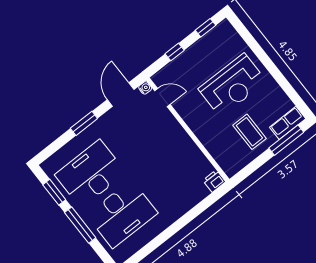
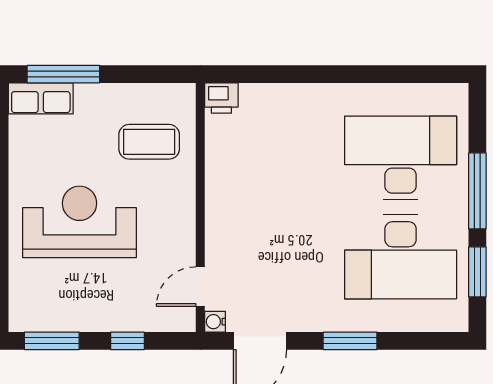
window: (205, 28) -> (52, 341), width x1.50
door: (162, 97) -> (200, 287), hinge flipped
coffee table: (249, 132) -> (149, 142), moved, turned 90

